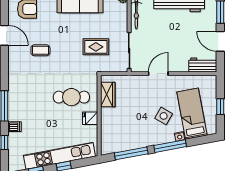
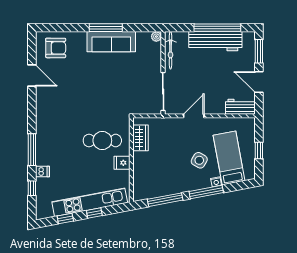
rug: (96, 47) -> (128, 88), removed
coffee table: (40, 50) -> (70, 91), removed

